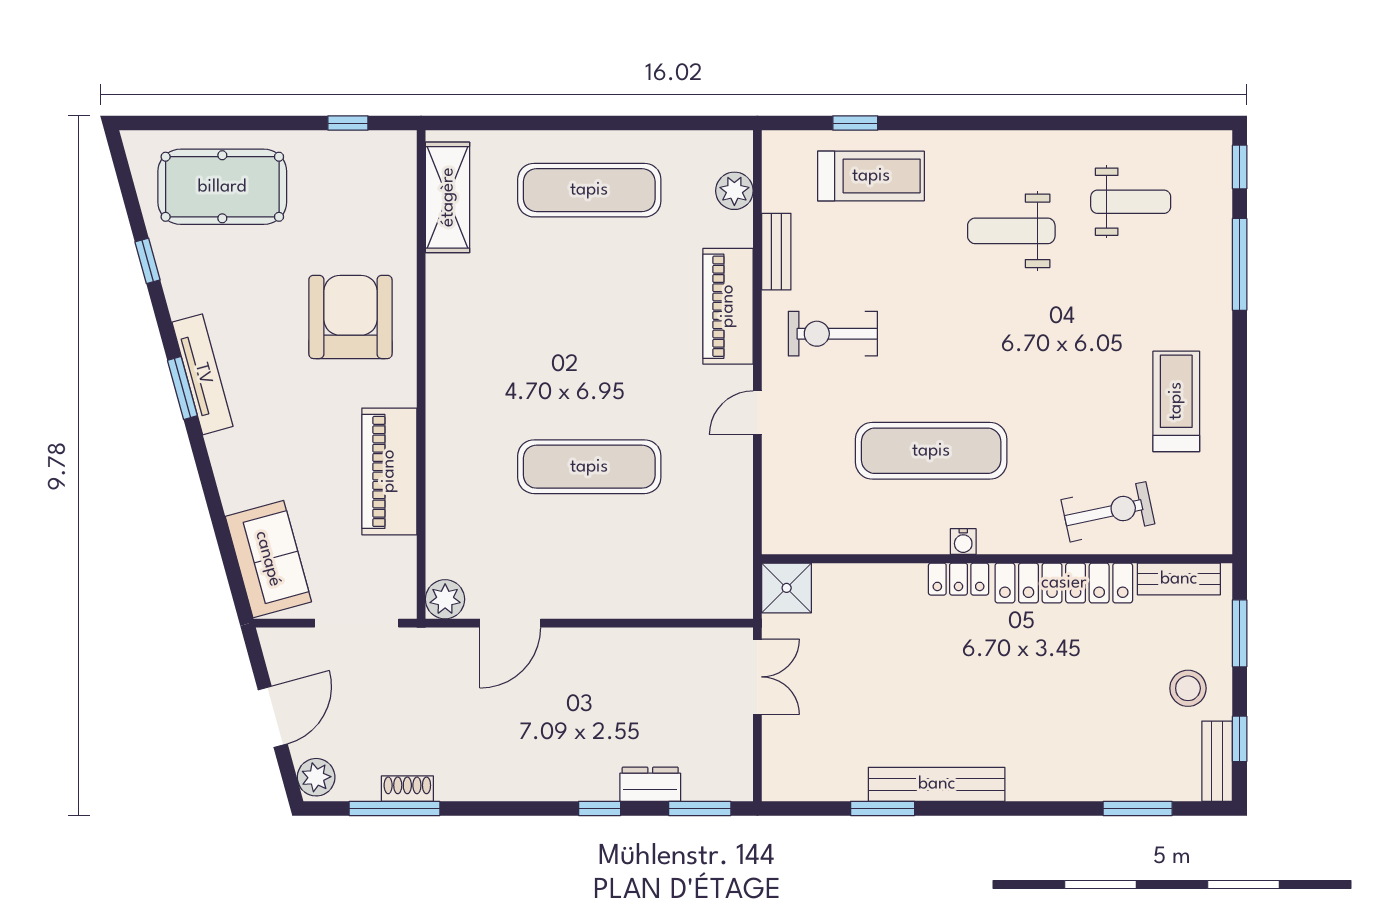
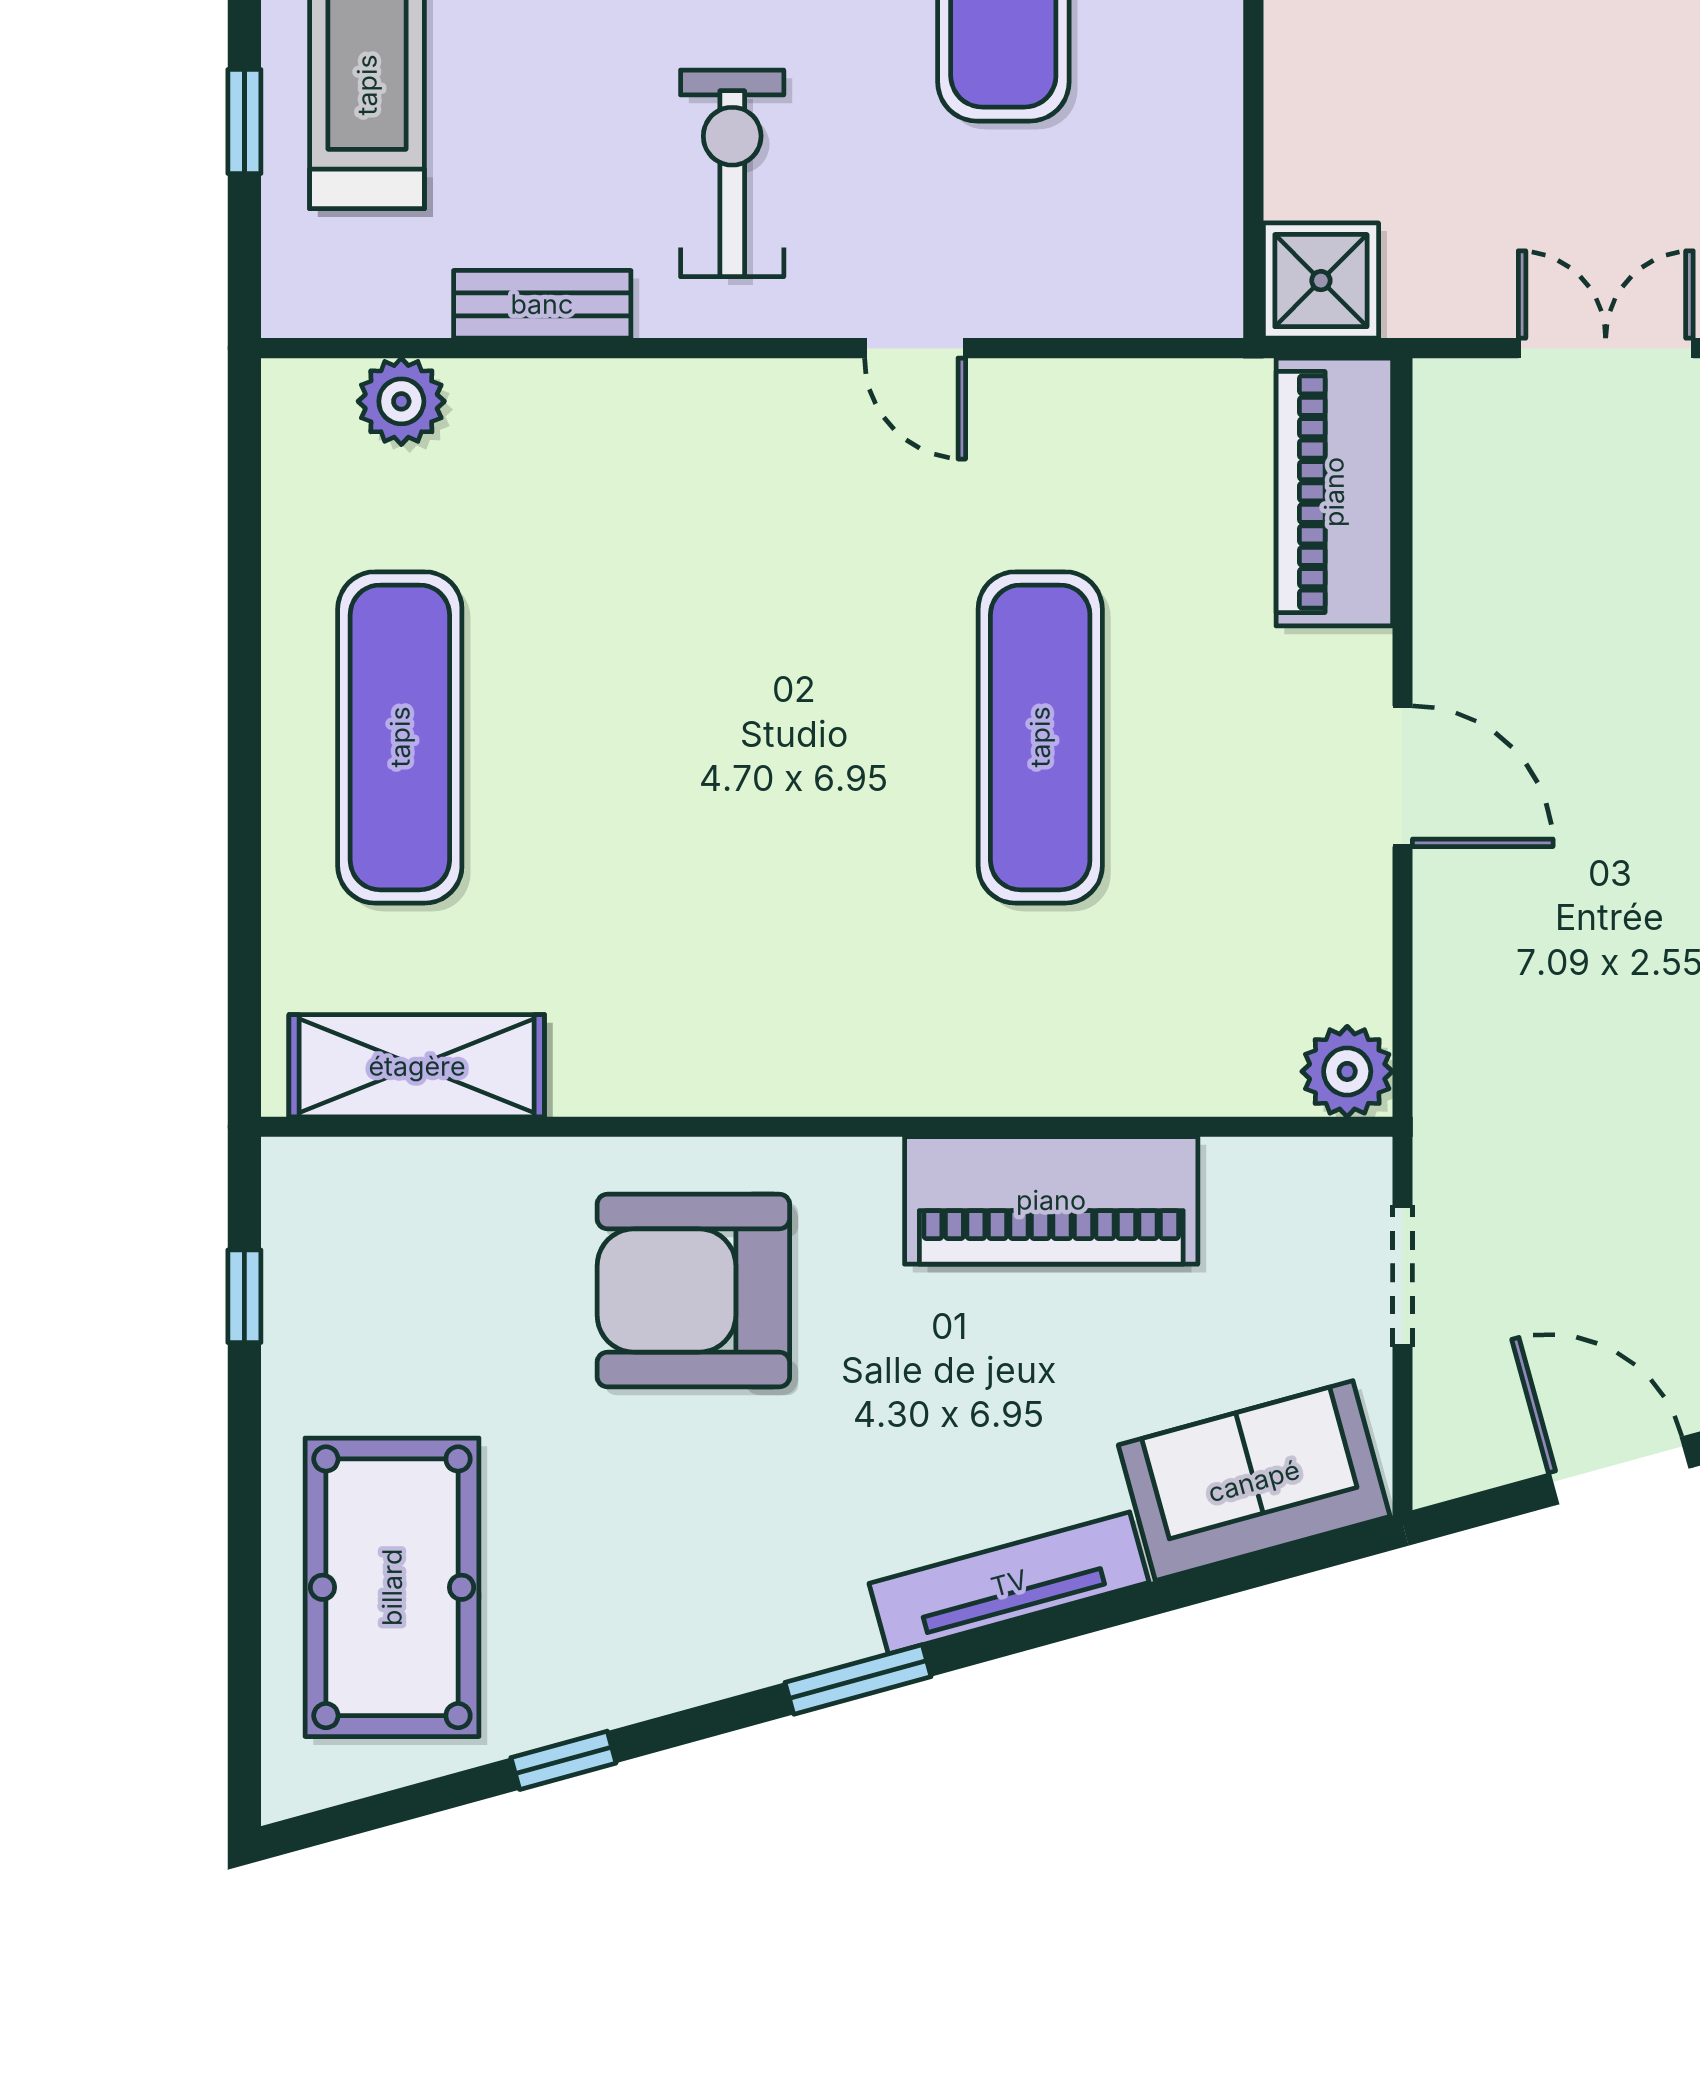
piano: (728, 306) -> (1334, 492), moved, turned 90
exercise bike: (833, 334) -> (732, 173), turned 180
tv unit: (203, 374) -> (1009, 1583), moved
doorway: (357, 623) -> (1402, 1276), width x0.73
door: (510, 623) -> (1402, 776), moved
double door: (757, 677) -> (1606, 348), moved

